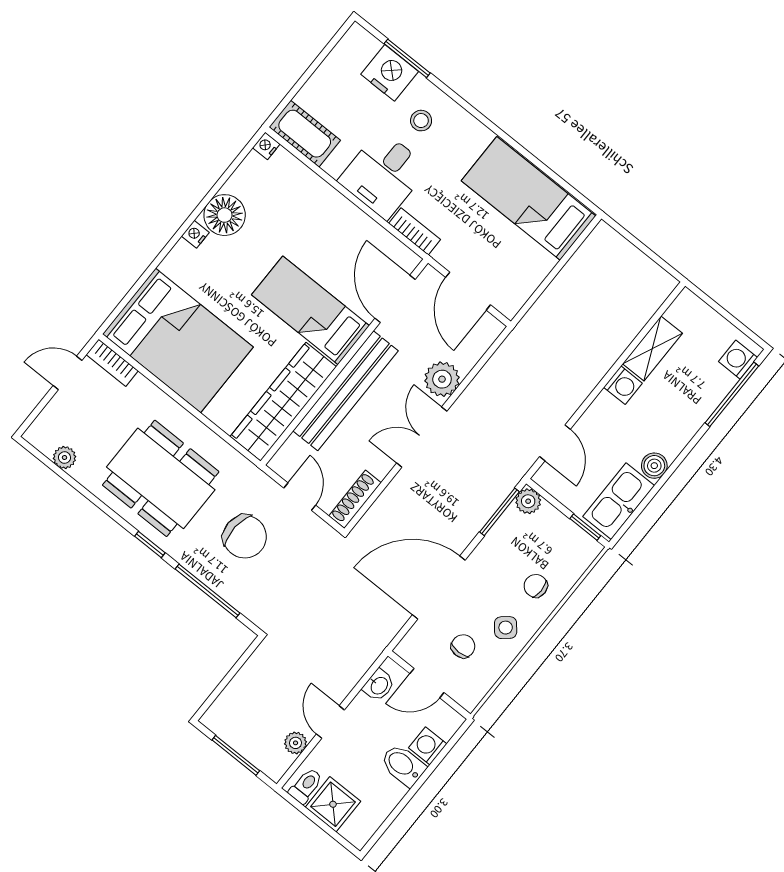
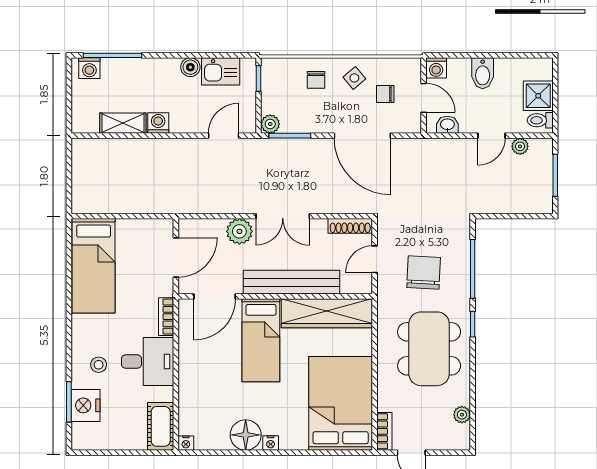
kitchen sink: (619, 501) -> (221, 71), width x0.73
washing machine: (428, 746) -> (436, 68), moved

